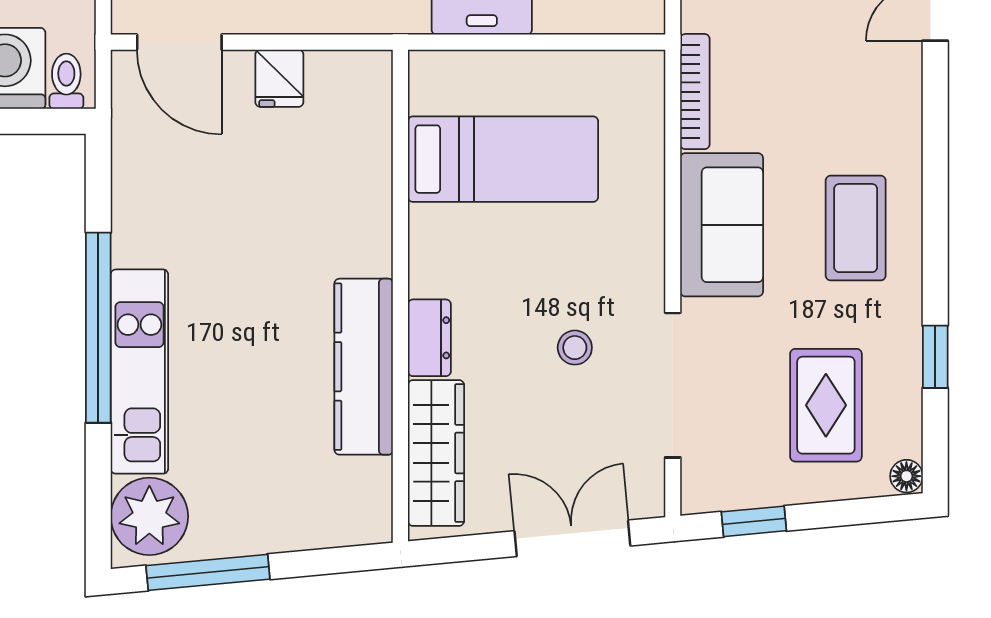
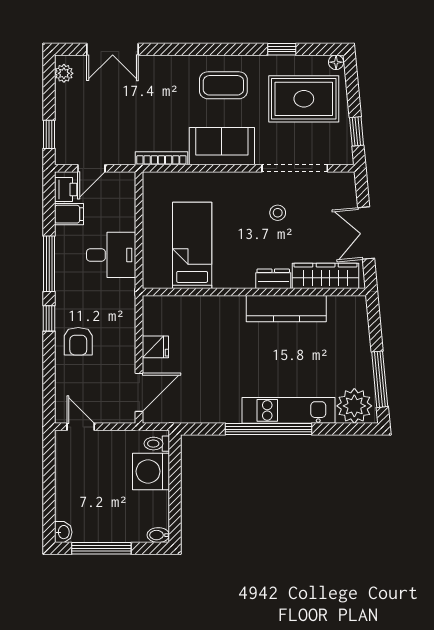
rug: (826, 405) -> (304, 99), width x1.36, depth x1.43
double door: (572, 538) -> (366, 233), moved

